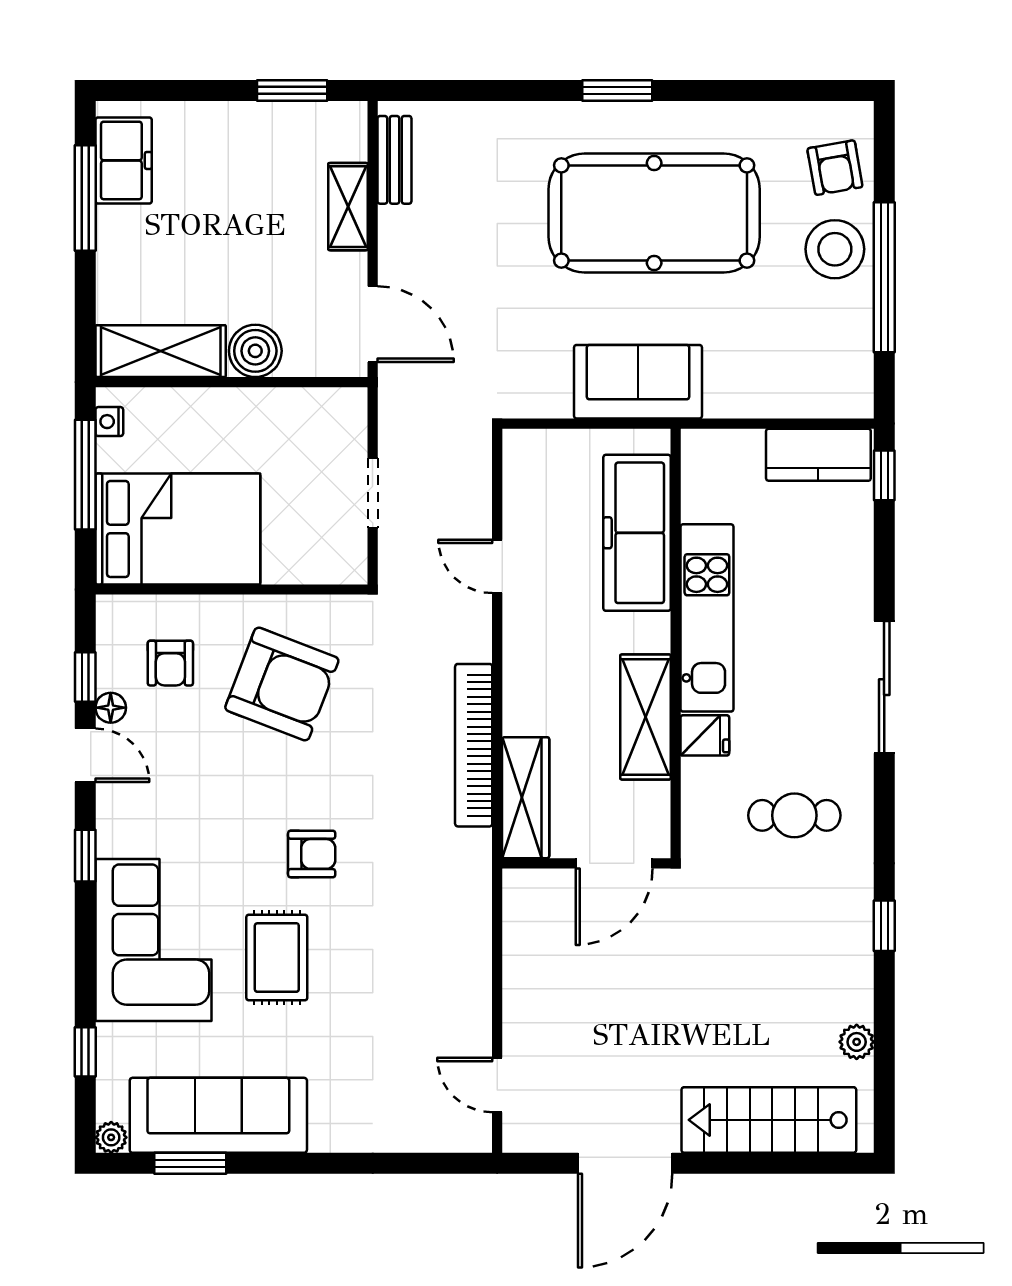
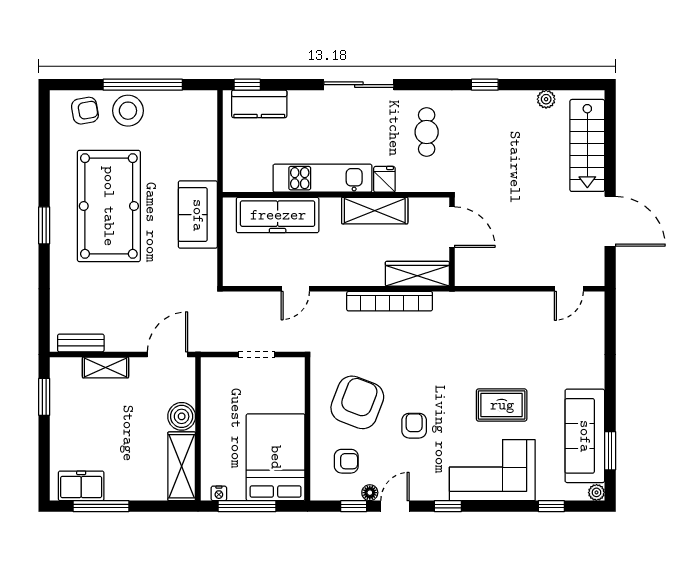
kitchen counter: (818, 455) -> (259, 104), moved, turned 90
armchair: (312, 854) -> (414, 426), moved

